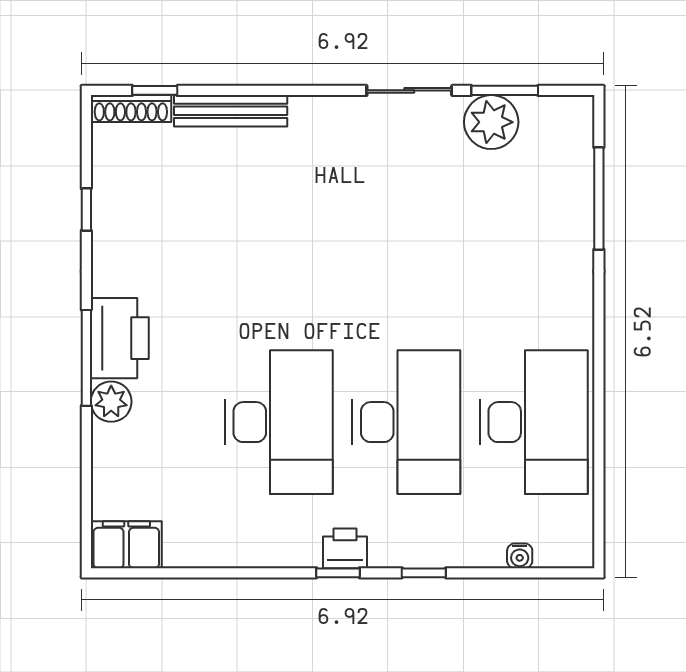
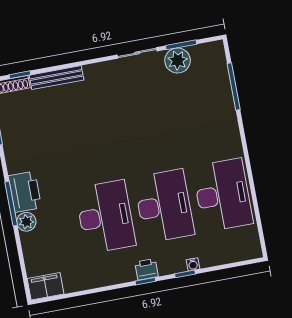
water cooler: (520, 556) -> (193, 264), moved

